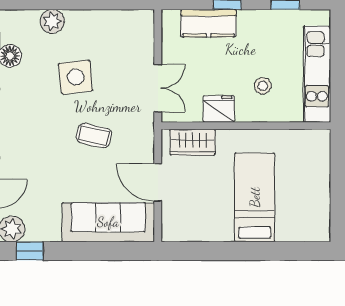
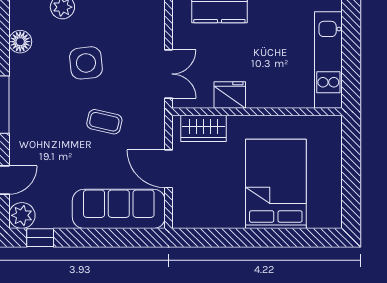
stool: (263, 86) -> (274, 72), removed
bed: (255, 197) -> (276, 184), width x1.50

